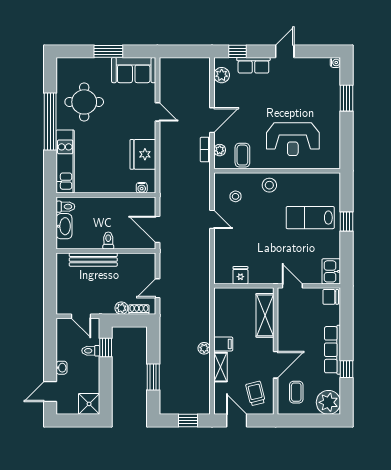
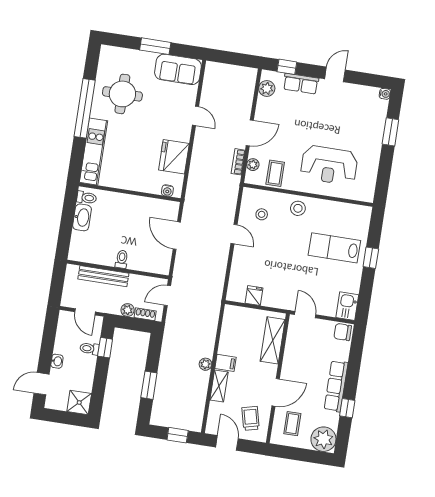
toilet: (108, 241) -> (122, 259), moved
wall: (106, 251) -> (118, 269), moved
bench: (93, 260) -> (103, 276), moved

